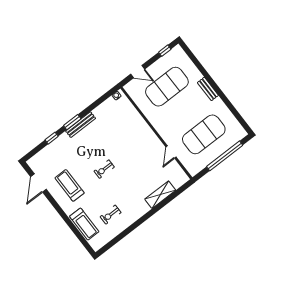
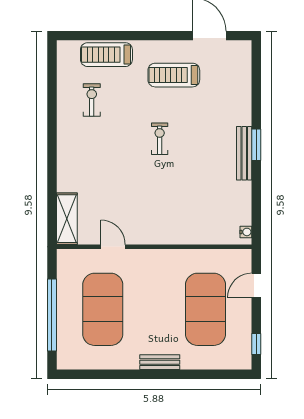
window: (52, 138) -> (256, 100), removed
treadmill: (70, 185) -> (174, 75), turned 180
shelving: (160, 195) -> (67, 219), moved

